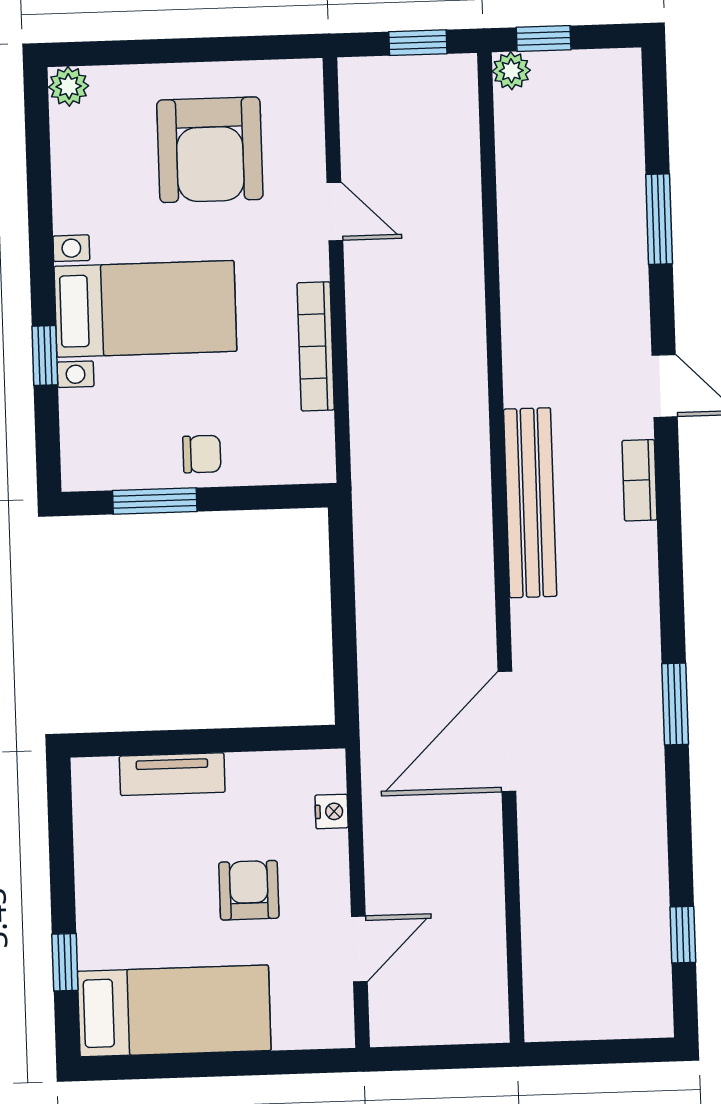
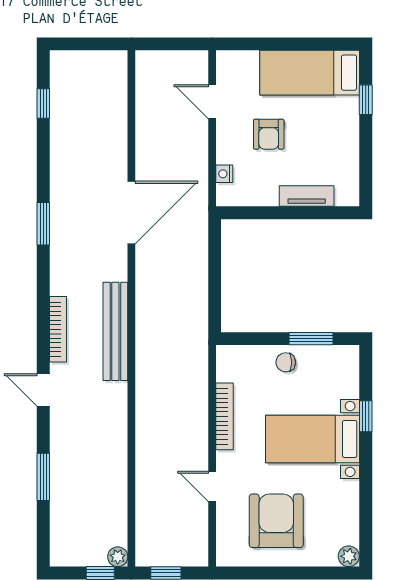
bookcase: (639, 480) -> (58, 329), width x1.56
door: (359, 949) -> (212, 102), hinge flipped

